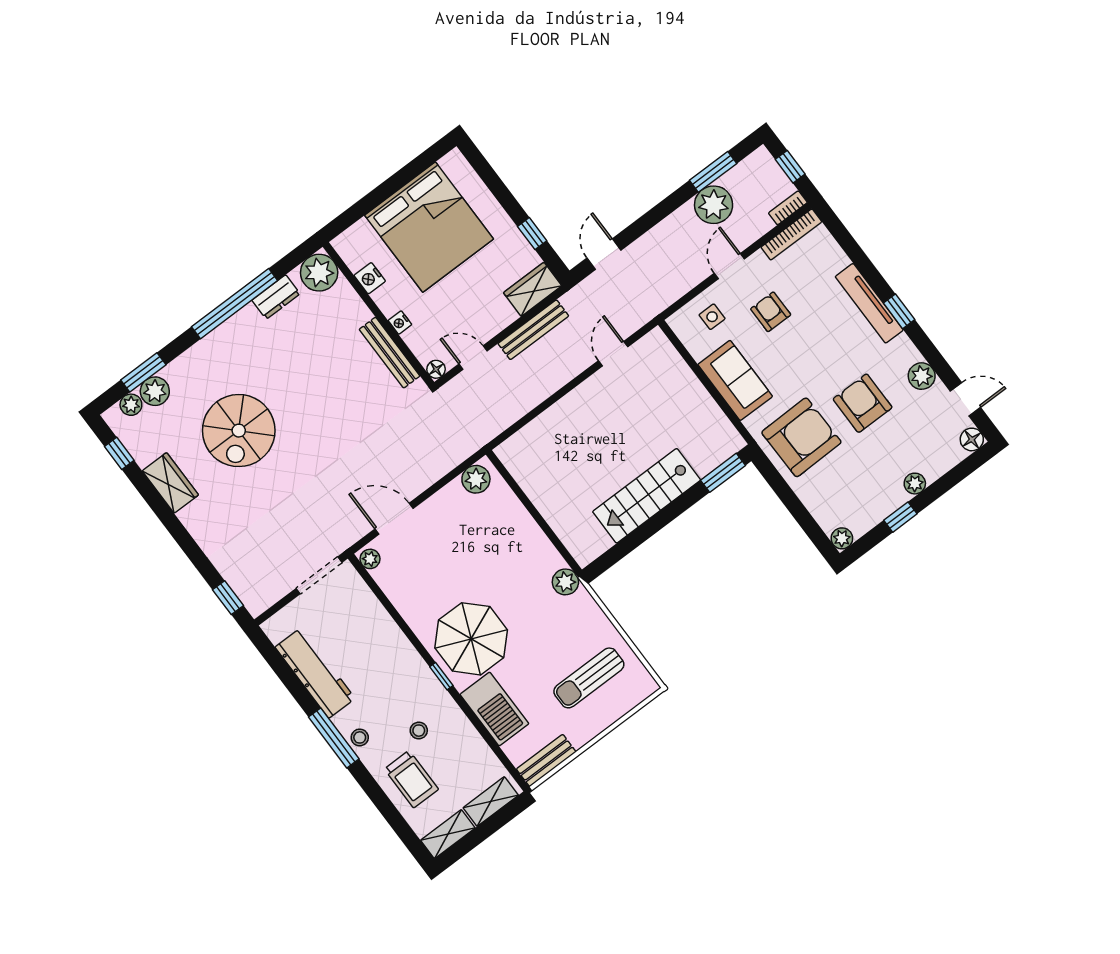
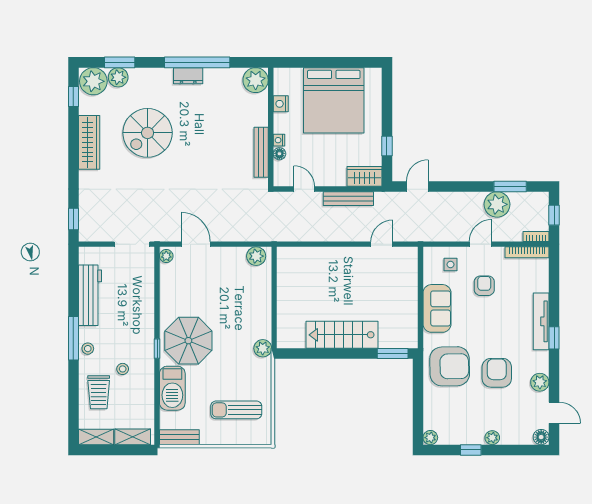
dresser: (276, 297) -> (188, 76), moved
floor lamp: (436, 369) -> (279, 154), moved
plant: (131, 405) -> (93, 81), width x1.88, depth x1.88
wardrobe: (170, 483) -> (89, 142), width x1.50

